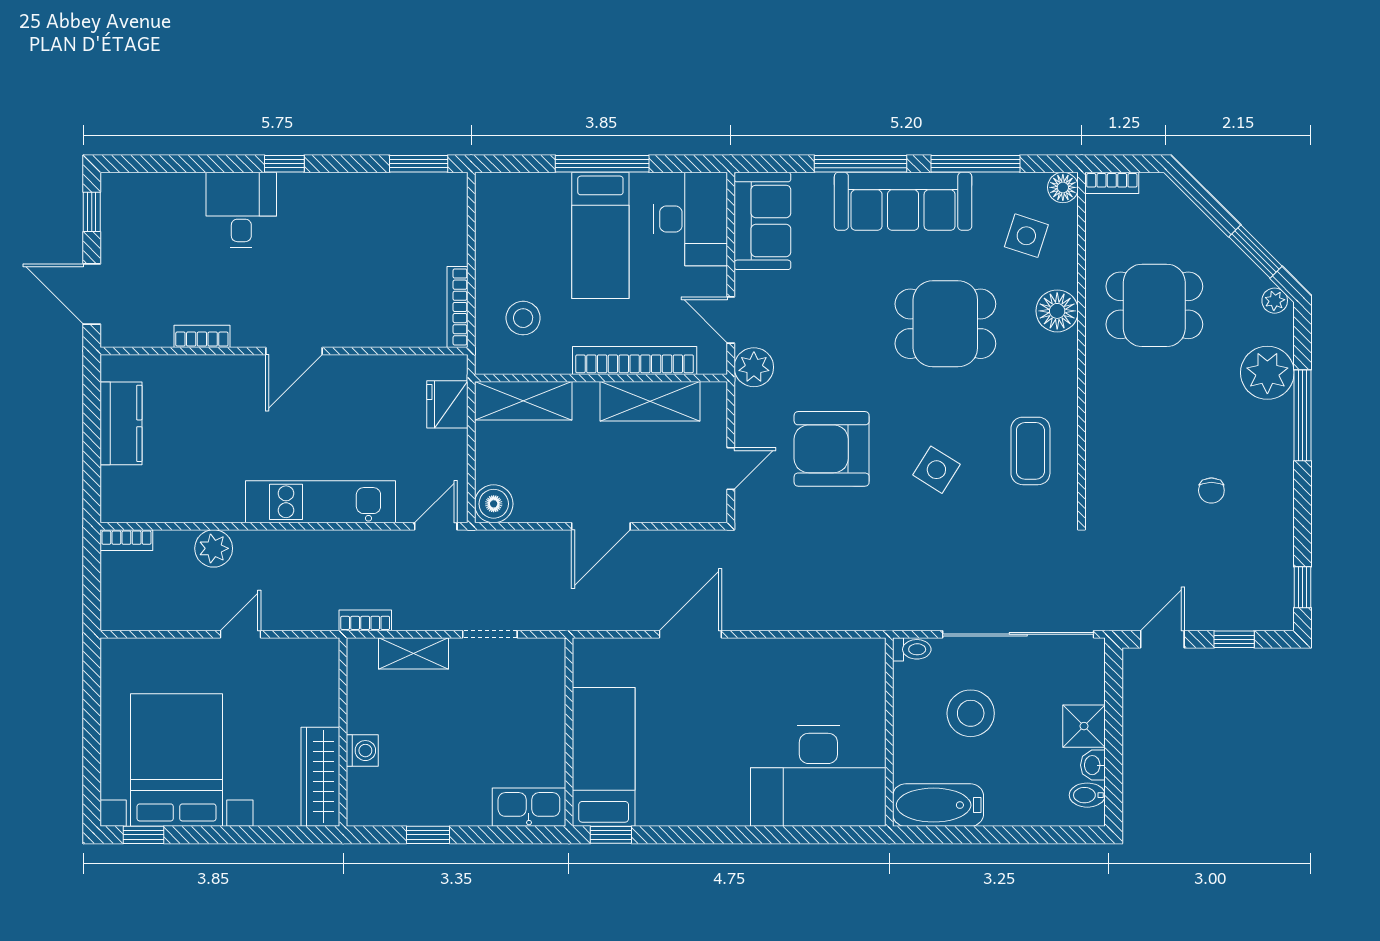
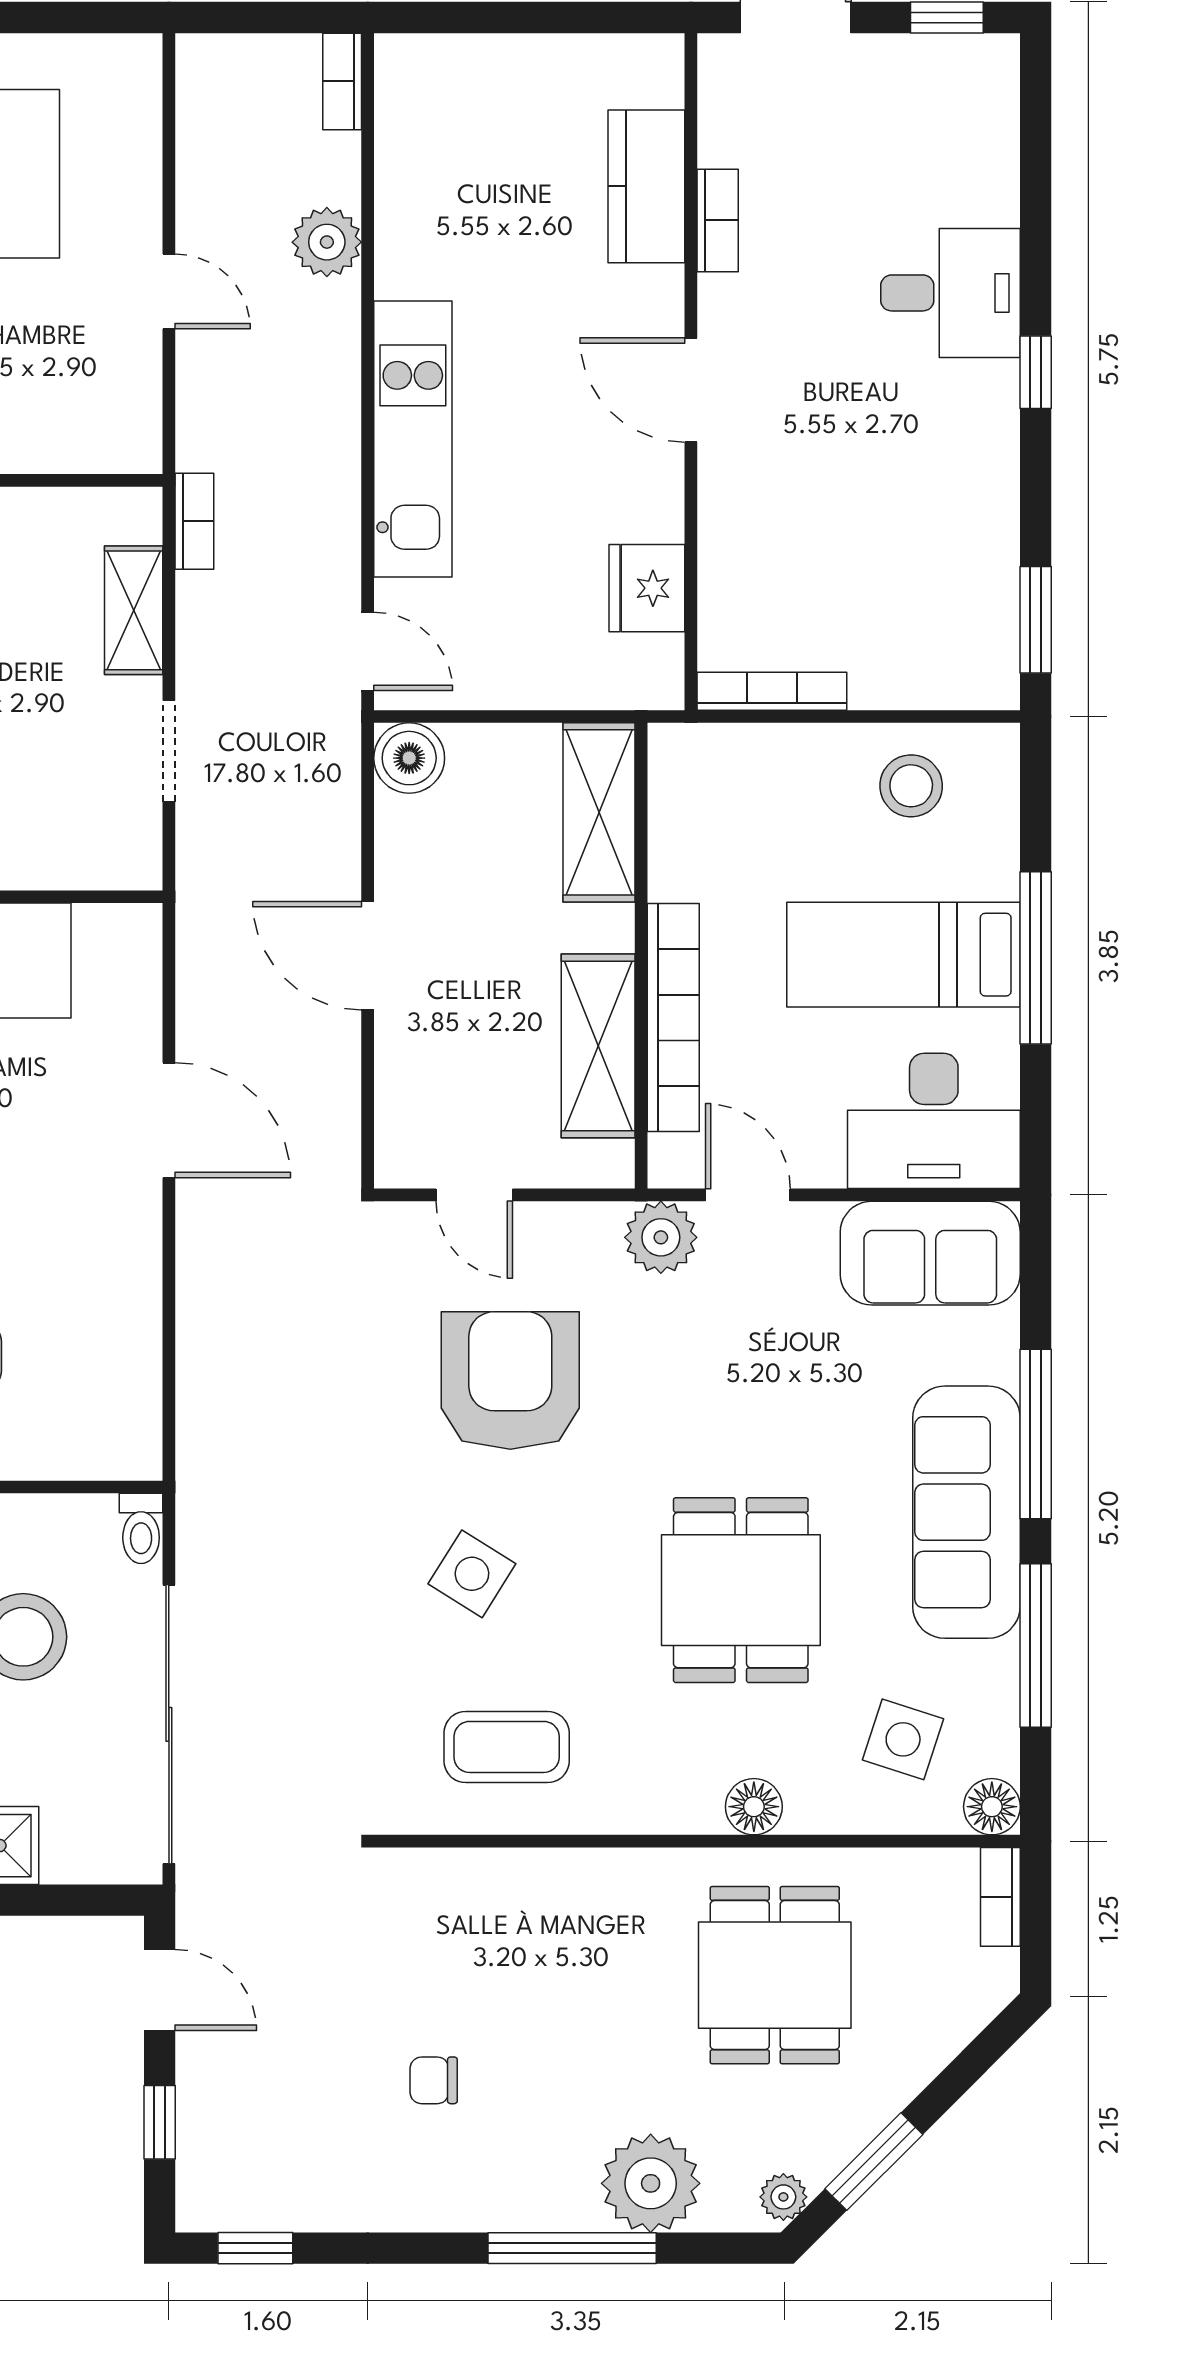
floor lamp: (1057, 311) -> (754, 1807), width x0.73, depth x0.73
stool: (523, 318) -> (911, 786), moved
door: (731, 320) -> (748, 1195), hinge flipped
fridge: (447, 404) -> (647, 588), moved, turned -90
kitchen counter: (121, 423) -> (646, 186), moved, turned 90

